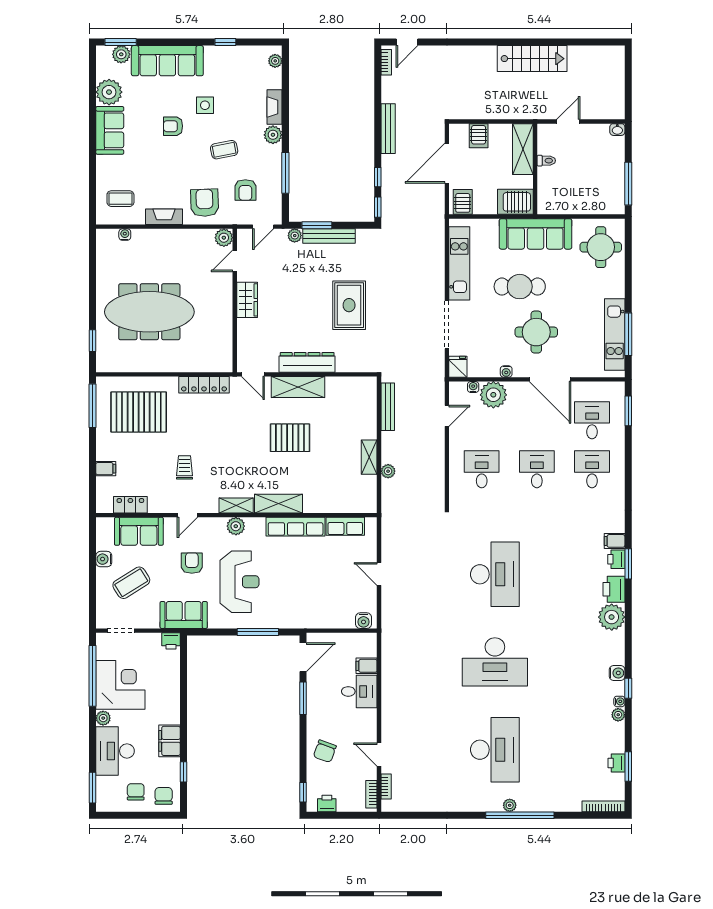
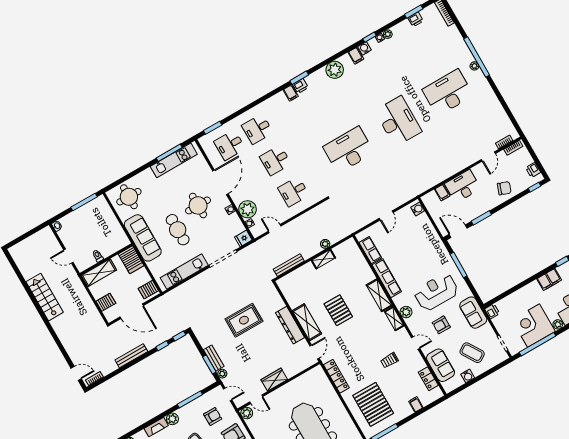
bench: (329, 236) -> (214, 358), width x0.73
printer: (614, 589) -> (318, 78), removed
filing cabinet: (614, 656) -> (356, 56), added
desk: (359, 691) -> (463, 186), width x1.37

